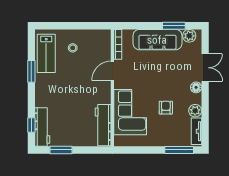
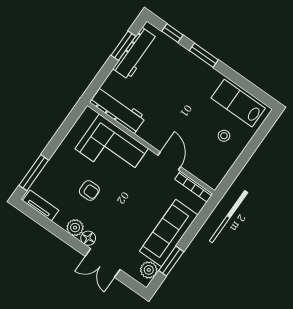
window: (31, 71) -> (204, 55), moved
plant: (195, 111) -> (75, 228), moved
workbench: (42, 127) -> (135, 54), moved, turned -90

